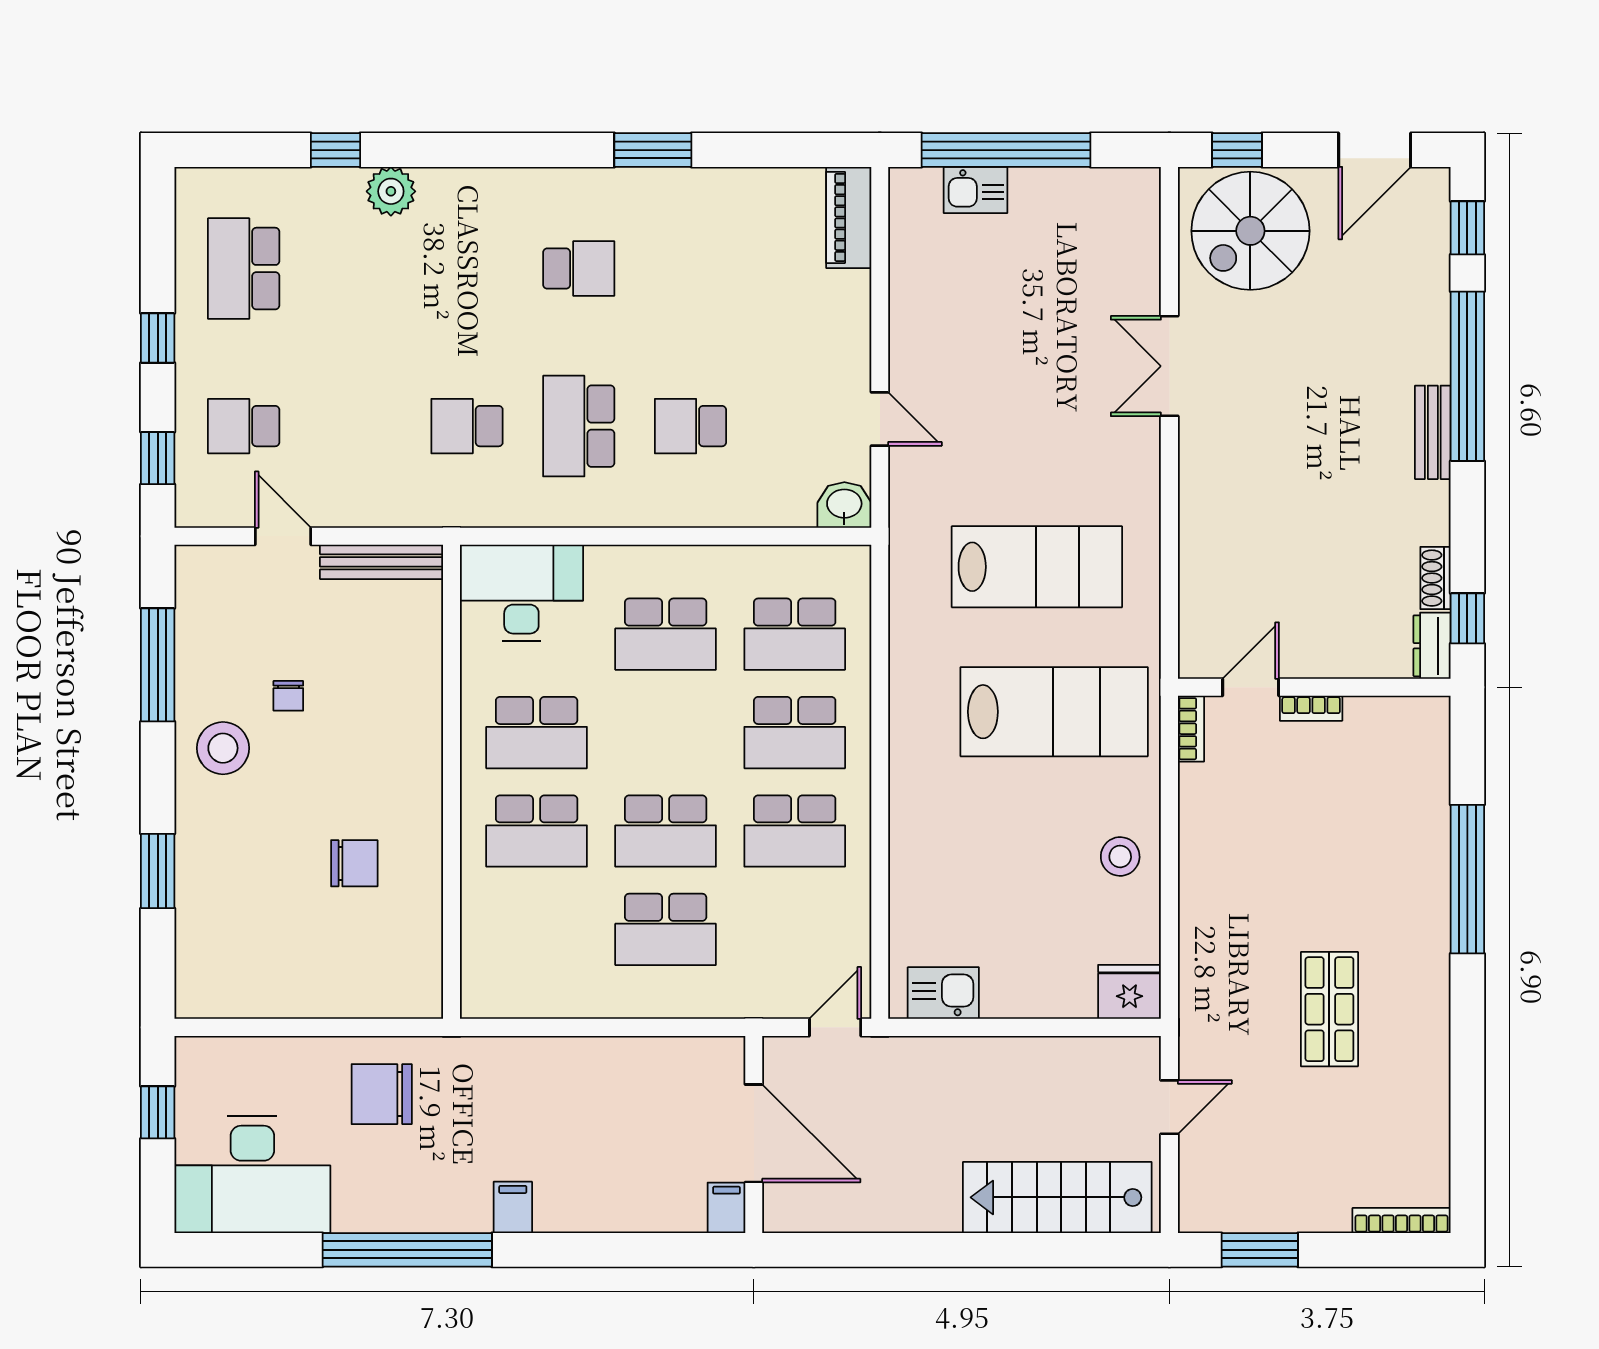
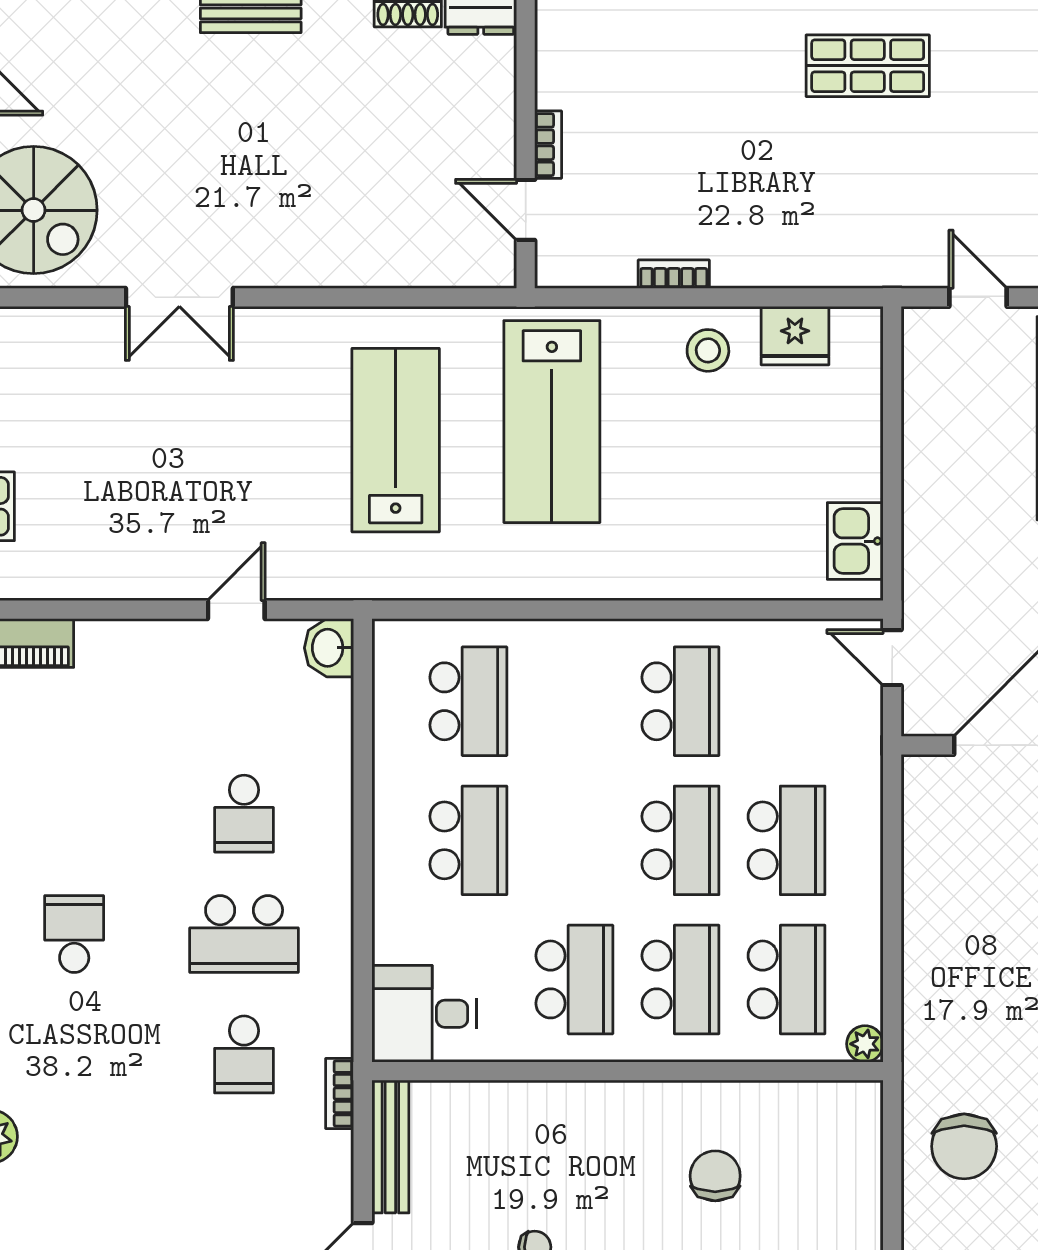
bookcase: (431, 515) -> (340, 1094), added
desk: (521, 593) -> (424, 1014), width x0.73
lab bench: (1054, 712) -> (552, 422), turned 180
bookcase: (1191, 729) -> (674, 274), moved
school desk: (795, 733) -> (787, 979), moved
fridge: (1130, 992) -> (795, 336), moved, turned -90
plant: (477, 1002) -> (865, 1044), added
shop shelf: (1329, 1009) -> (868, 66), moved

